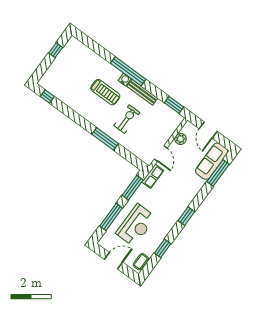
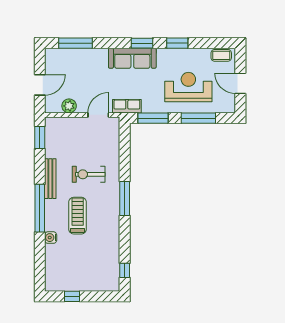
water cooler: (125, 80) -> (51, 238), moved
window: (105, 139) -> (125, 199), moved
sofa: (212, 161) -> (132, 58), moved
window: (163, 248) -> (177, 43), moved

